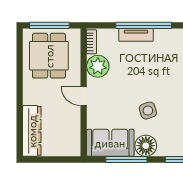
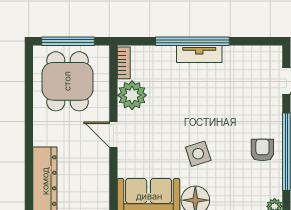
tv unit: (136, 35) -> (199, 54), moved

